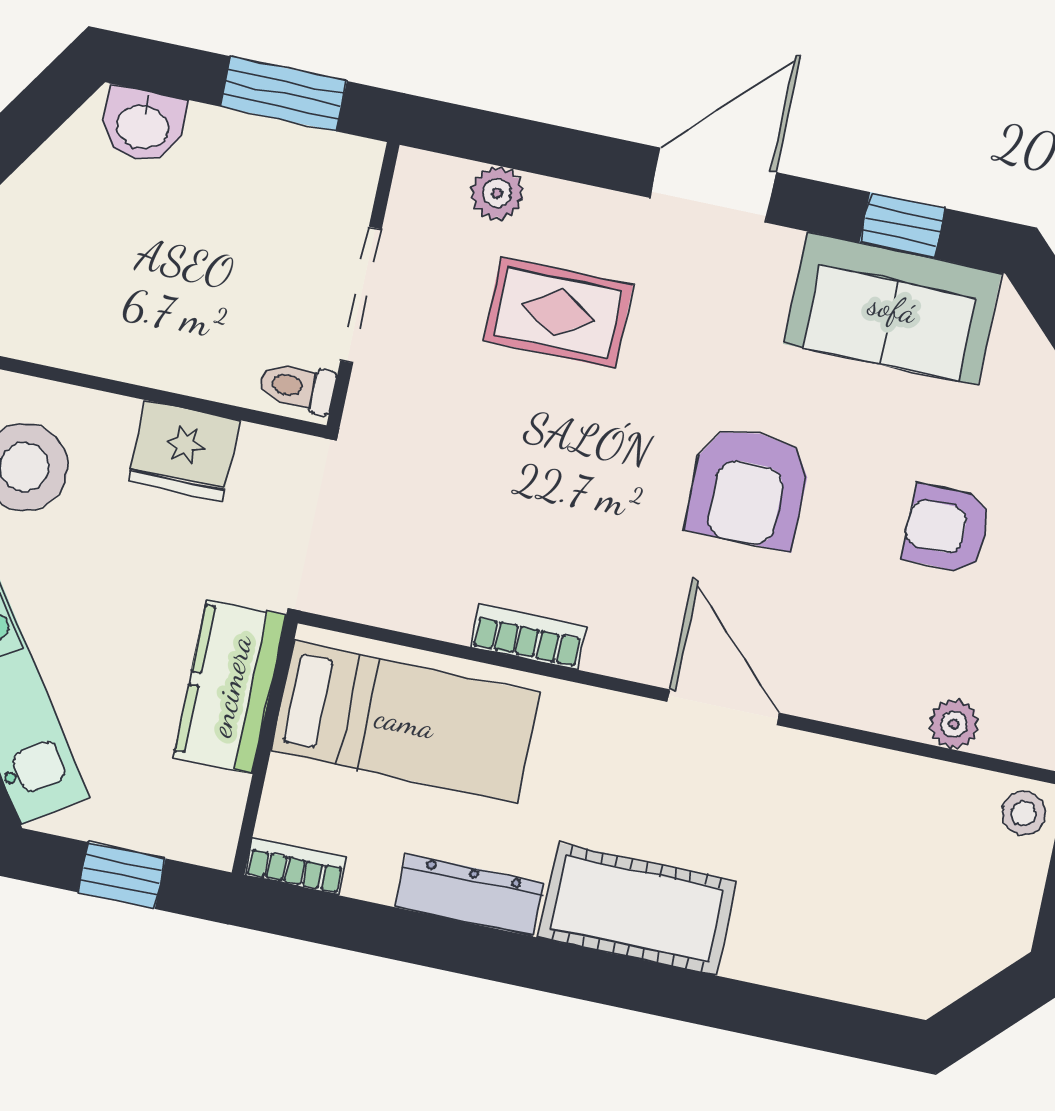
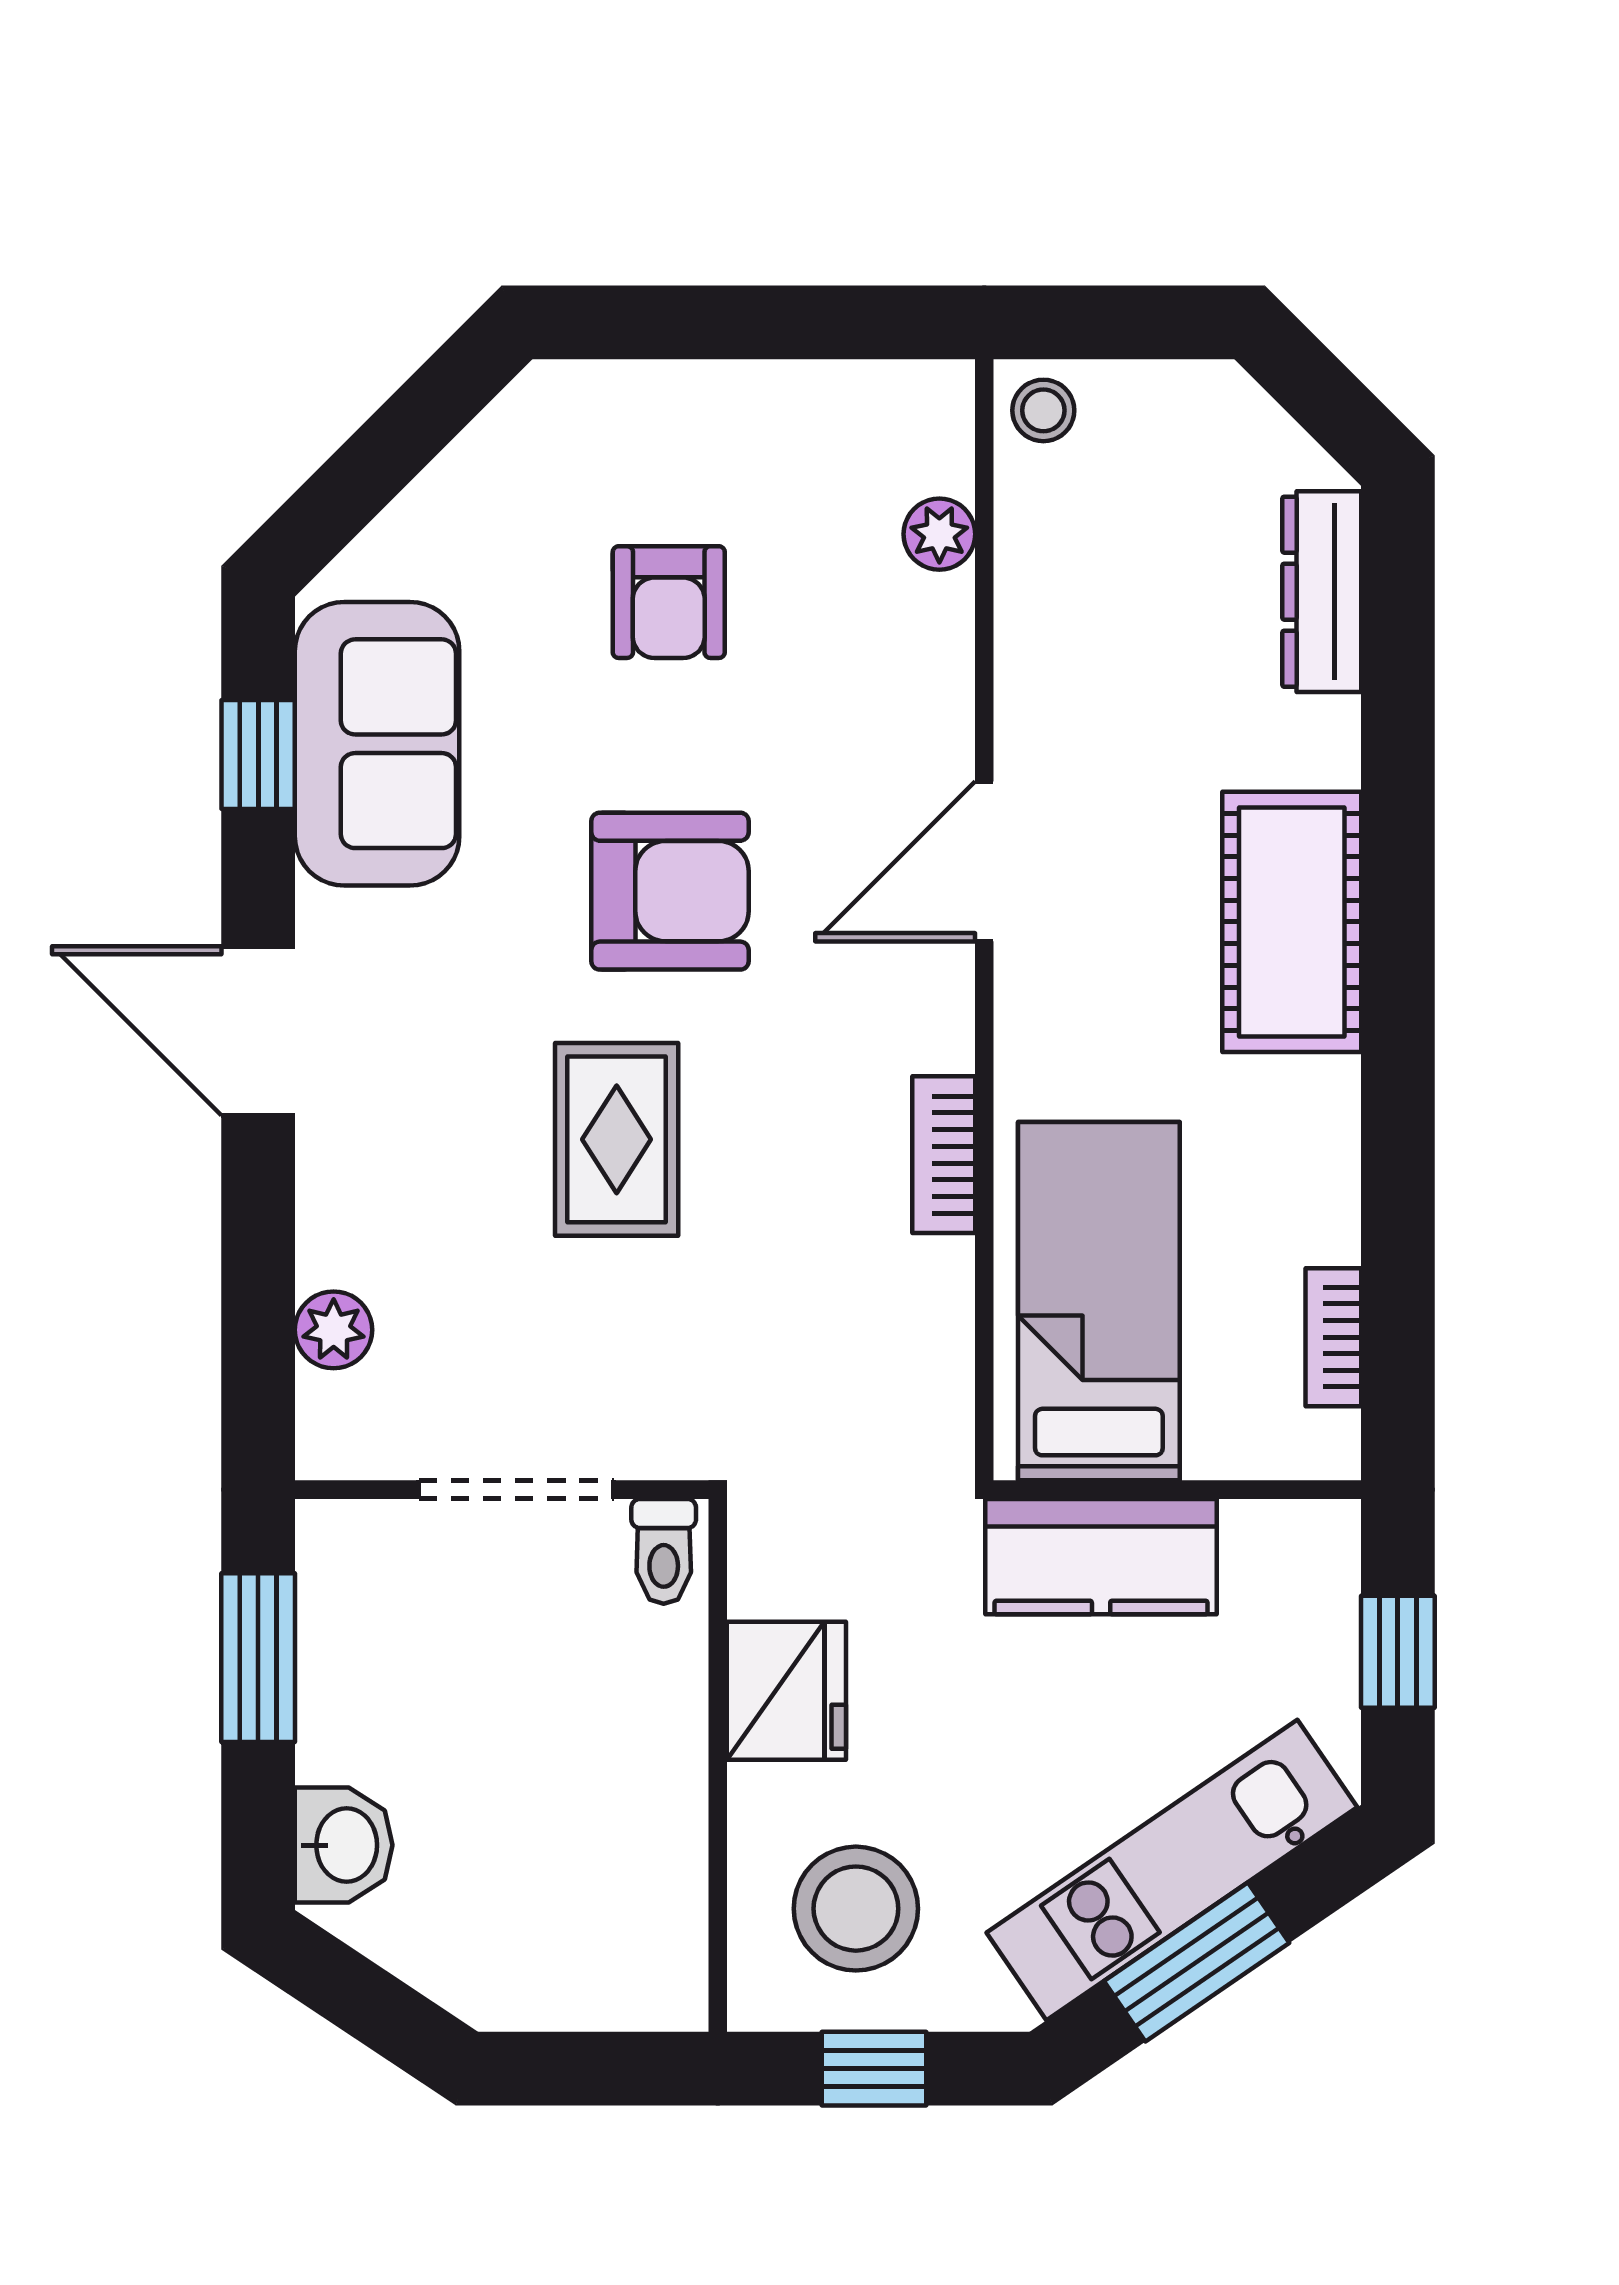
rug: (558, 313) -> (617, 1139), moved
bookcase: (296, 866) -> (1333, 1337), moved
dresser: (469, 895) -> (1322, 592), moved

